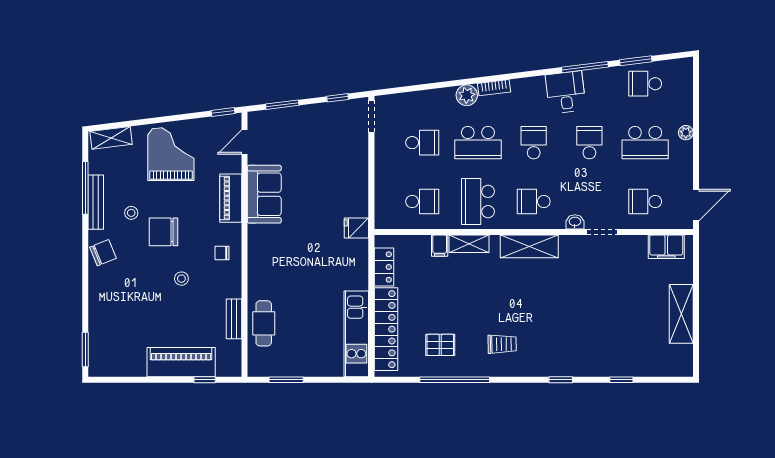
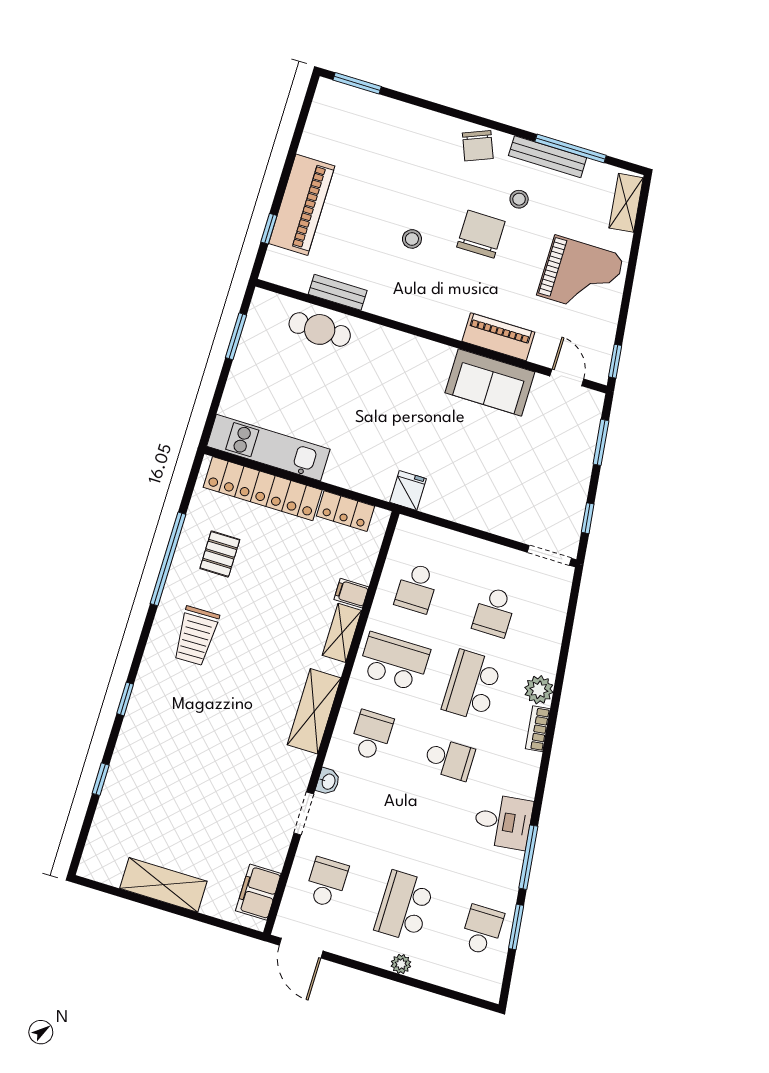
school desk: (589, 143) -> (427, 833), removed
chair: (222, 253) -> (429, 303), removed
trolley: (502, 344) -> (196, 636), width x1.36, depth x1.39

